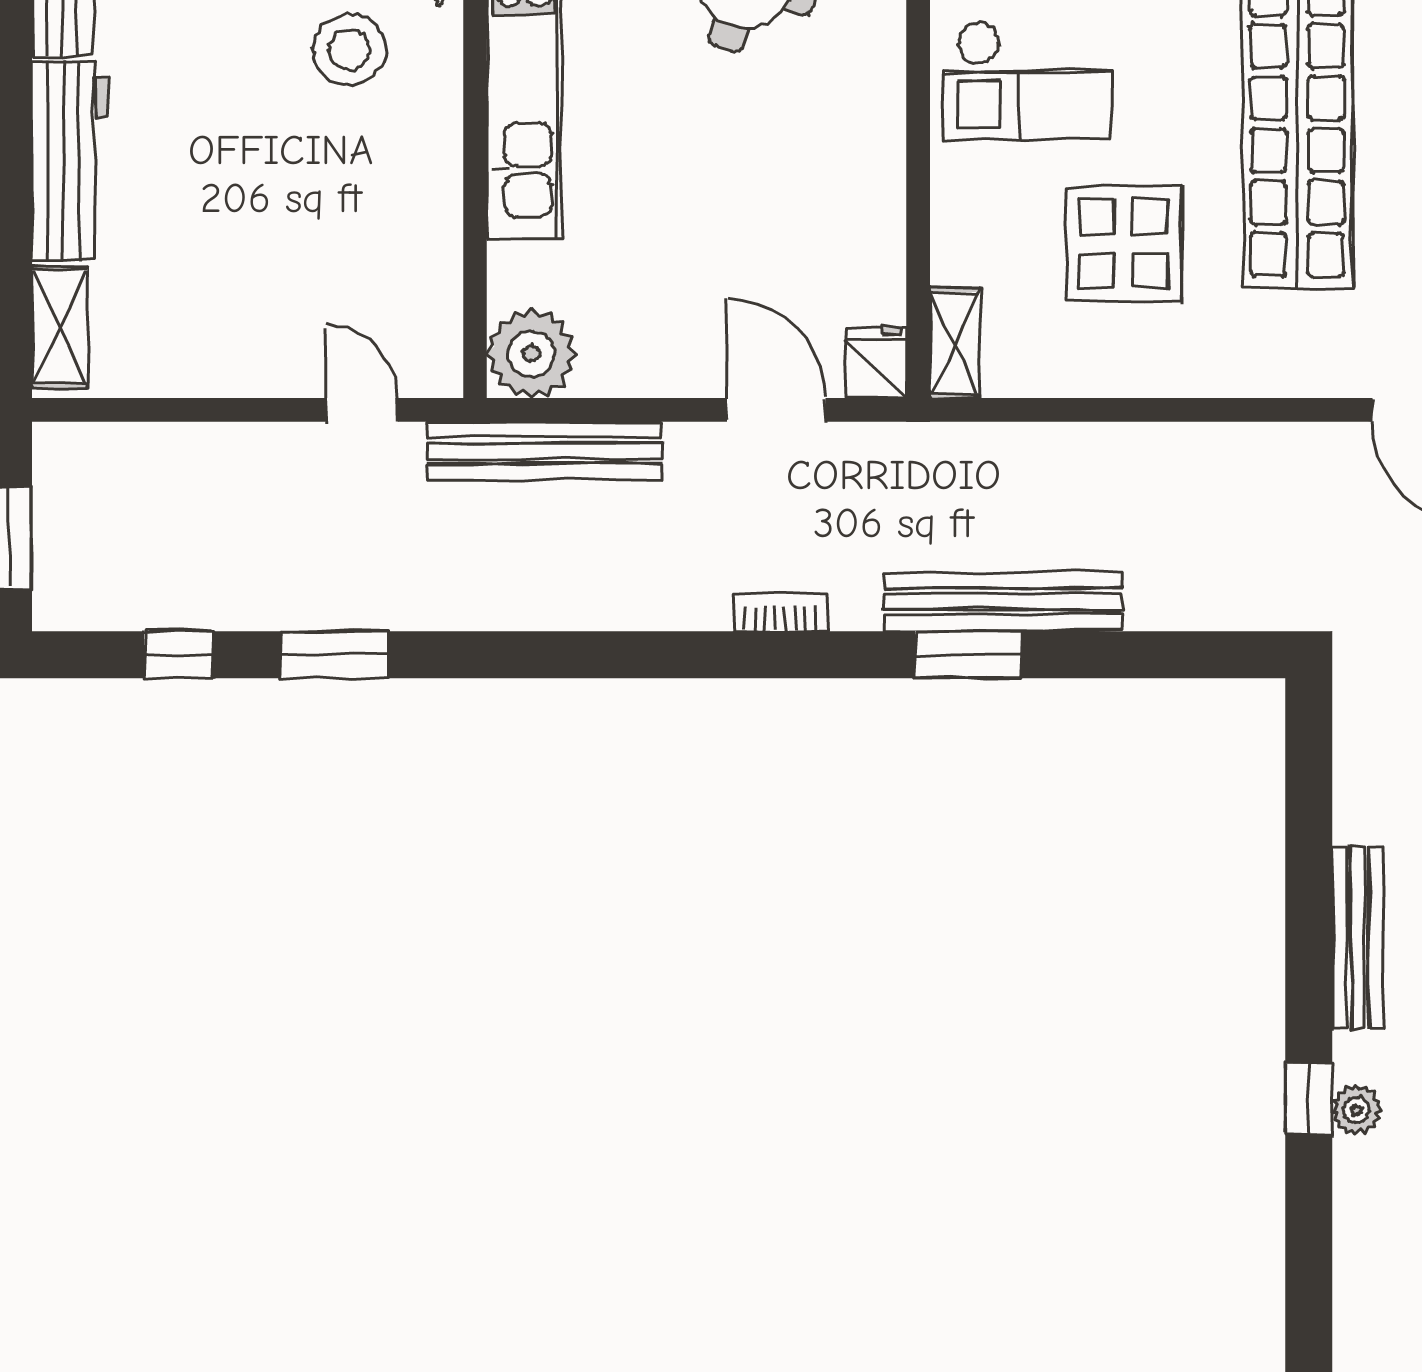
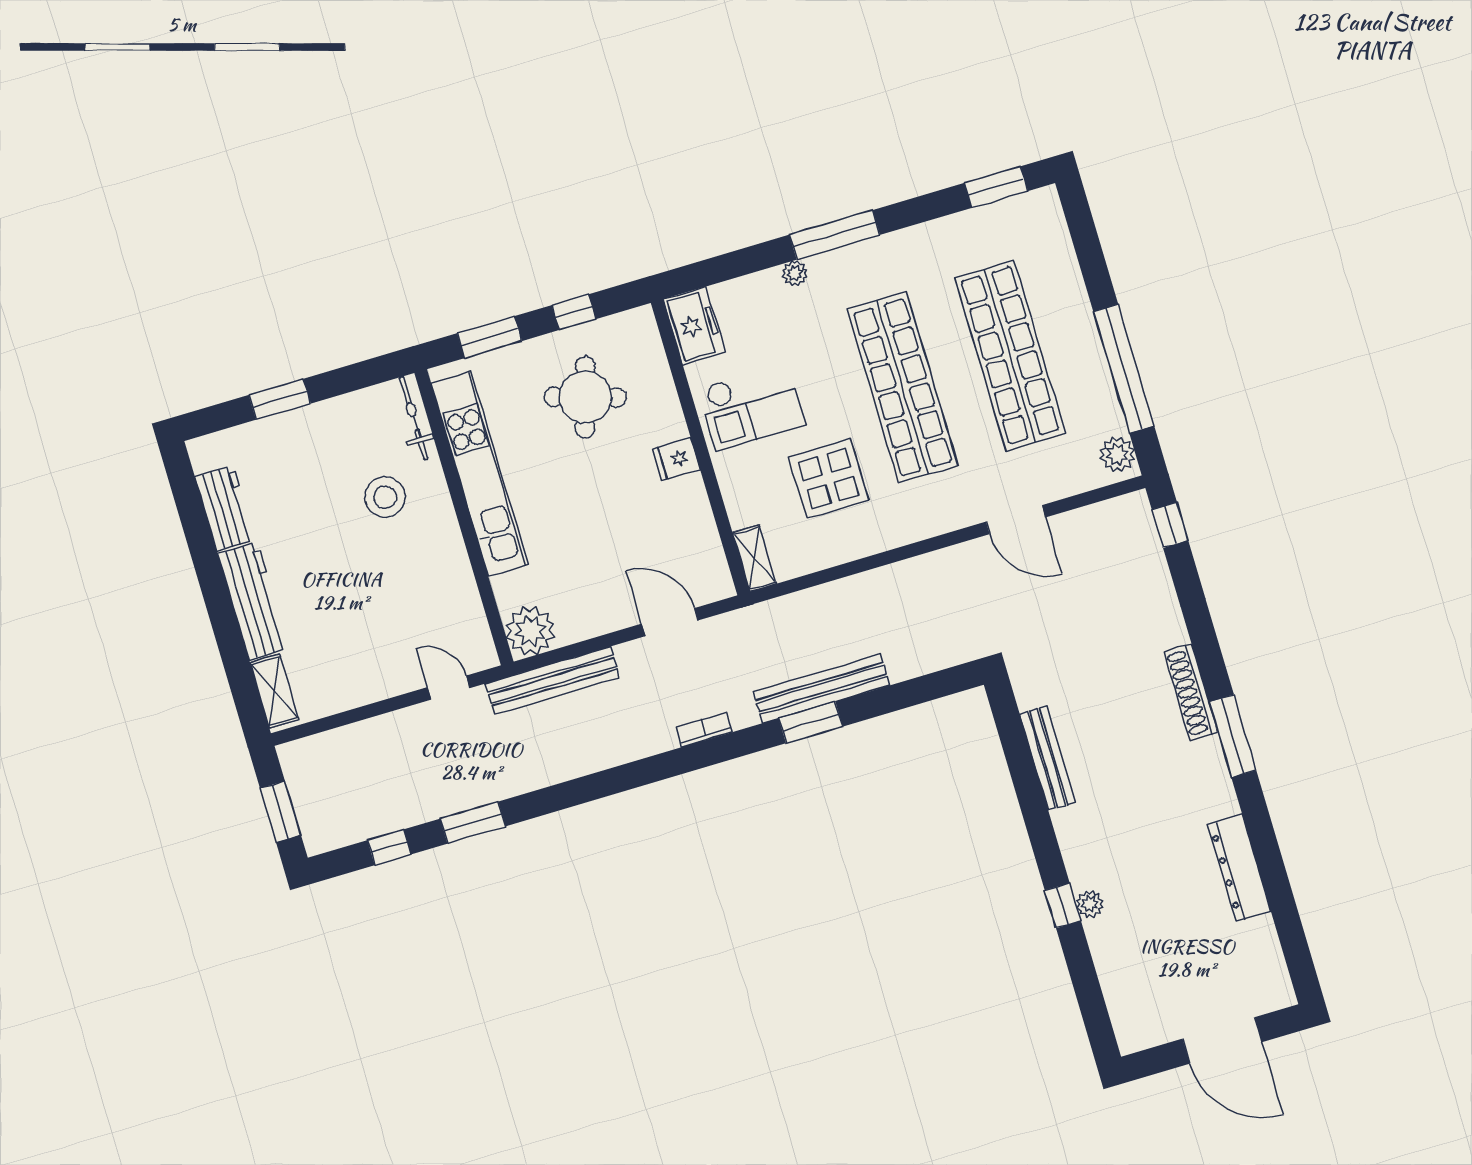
fridge: (876, 362) -> (676, 459), moved, turned -90
bench: (1358, 938) -> (1047, 758), moved

